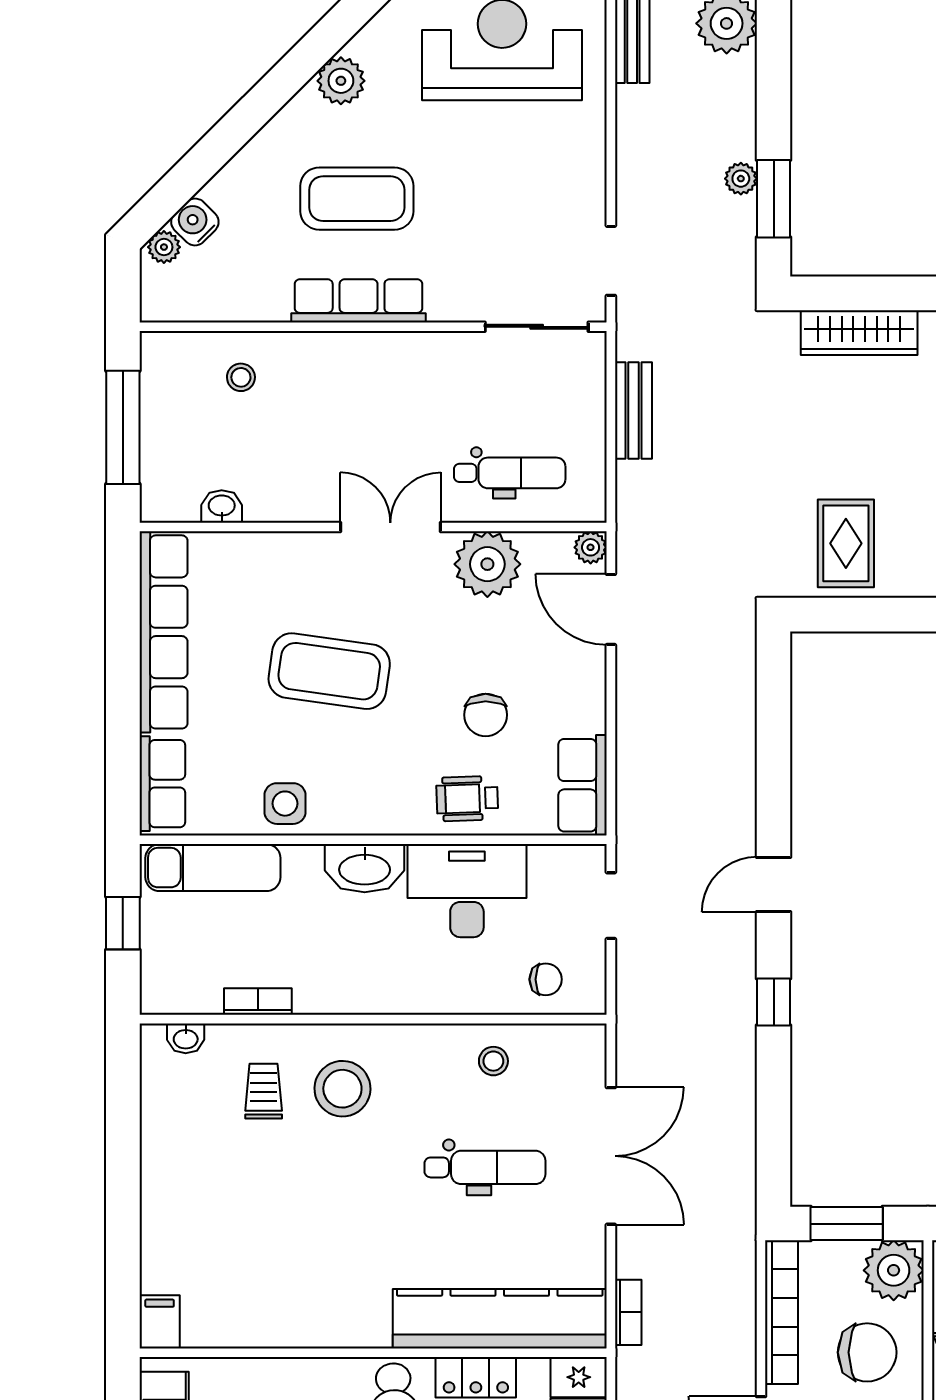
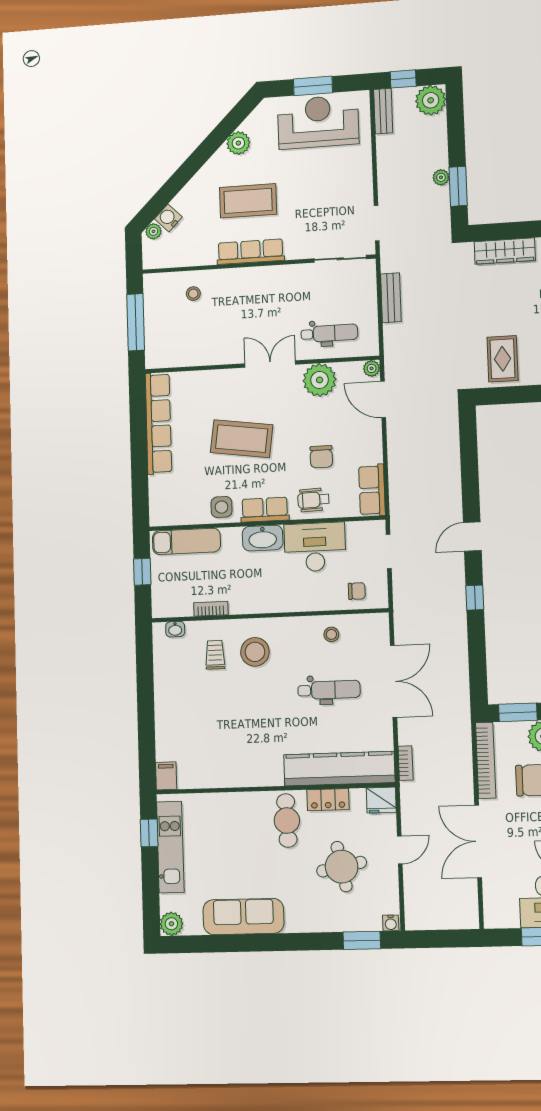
washbasin: (222, 506) -> (186, 359), removed
row of seats: (162, 784) -> (265, 510), moved, turned -90

